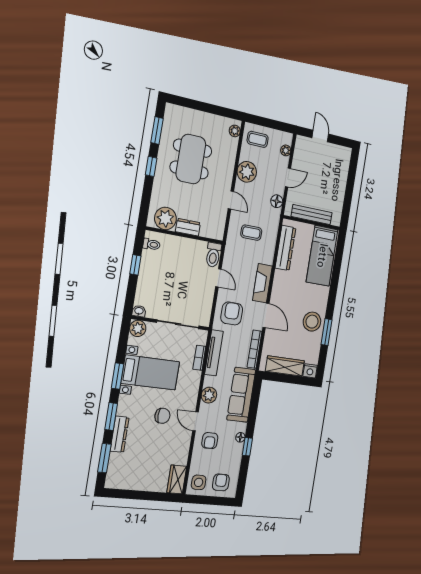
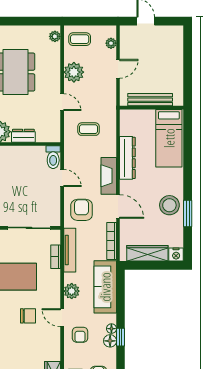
floor lamp: (277, 201) -> (110, 341), moved
dresser: (285, 248) -> (127, 158), moved

